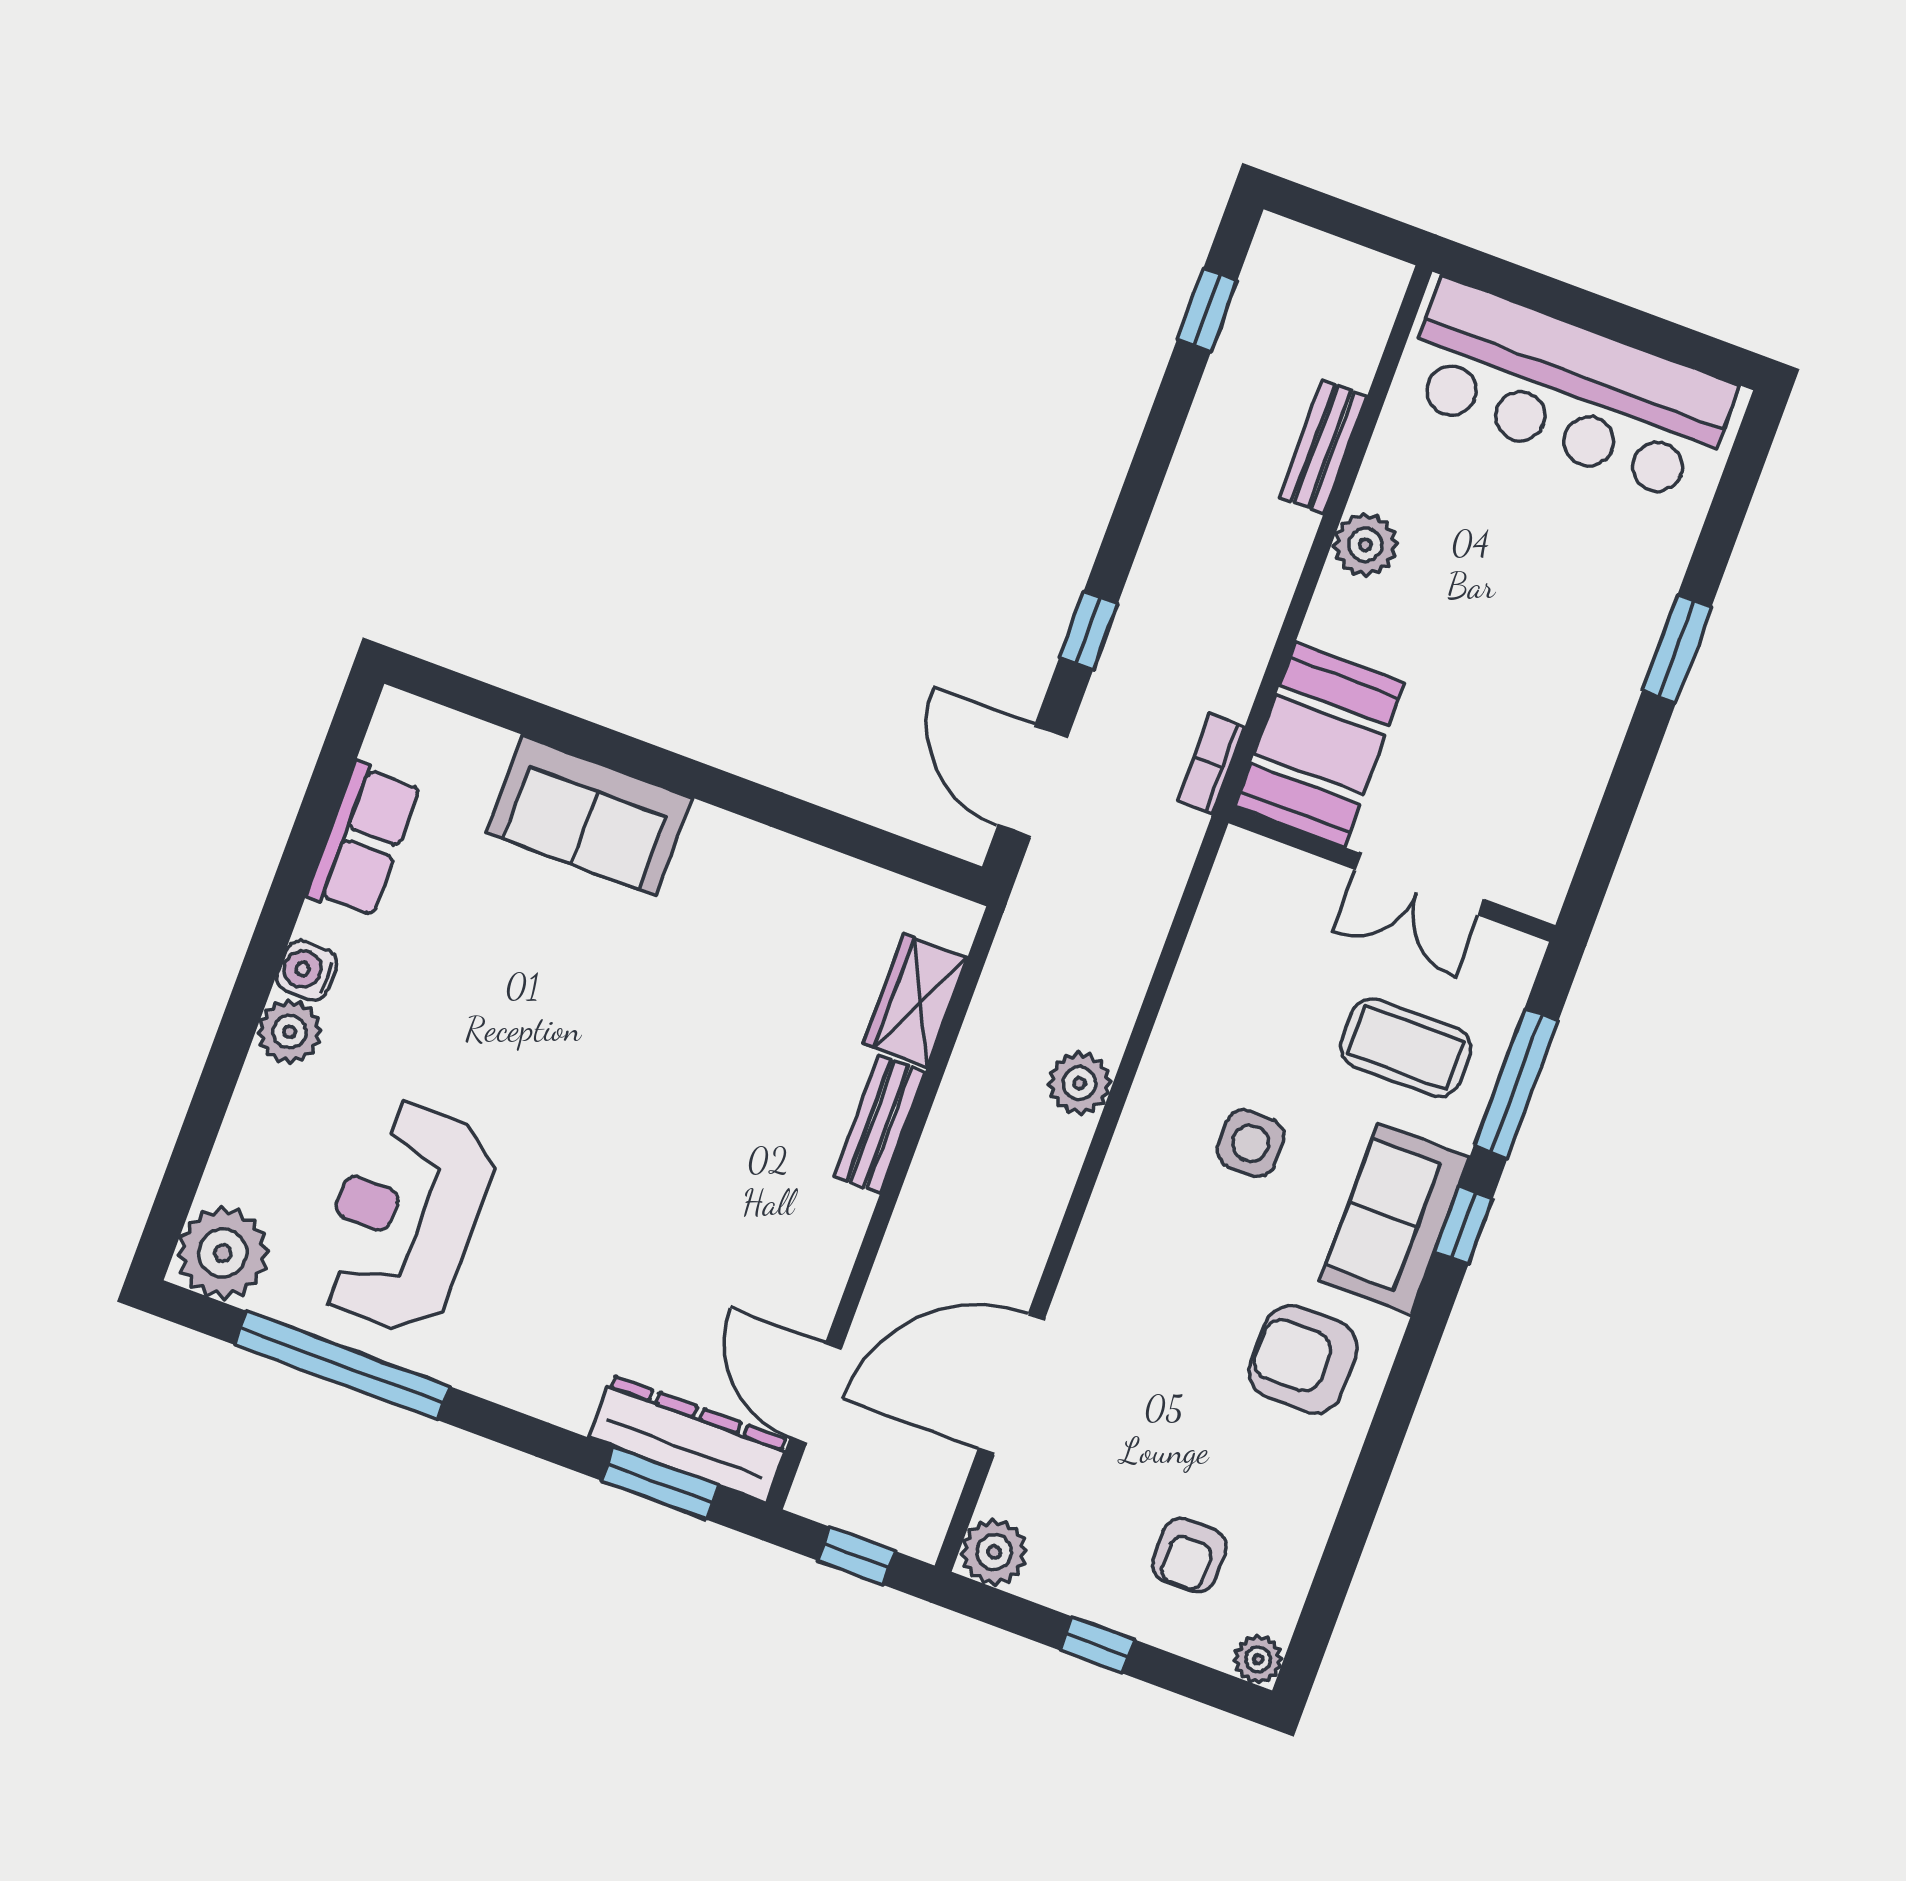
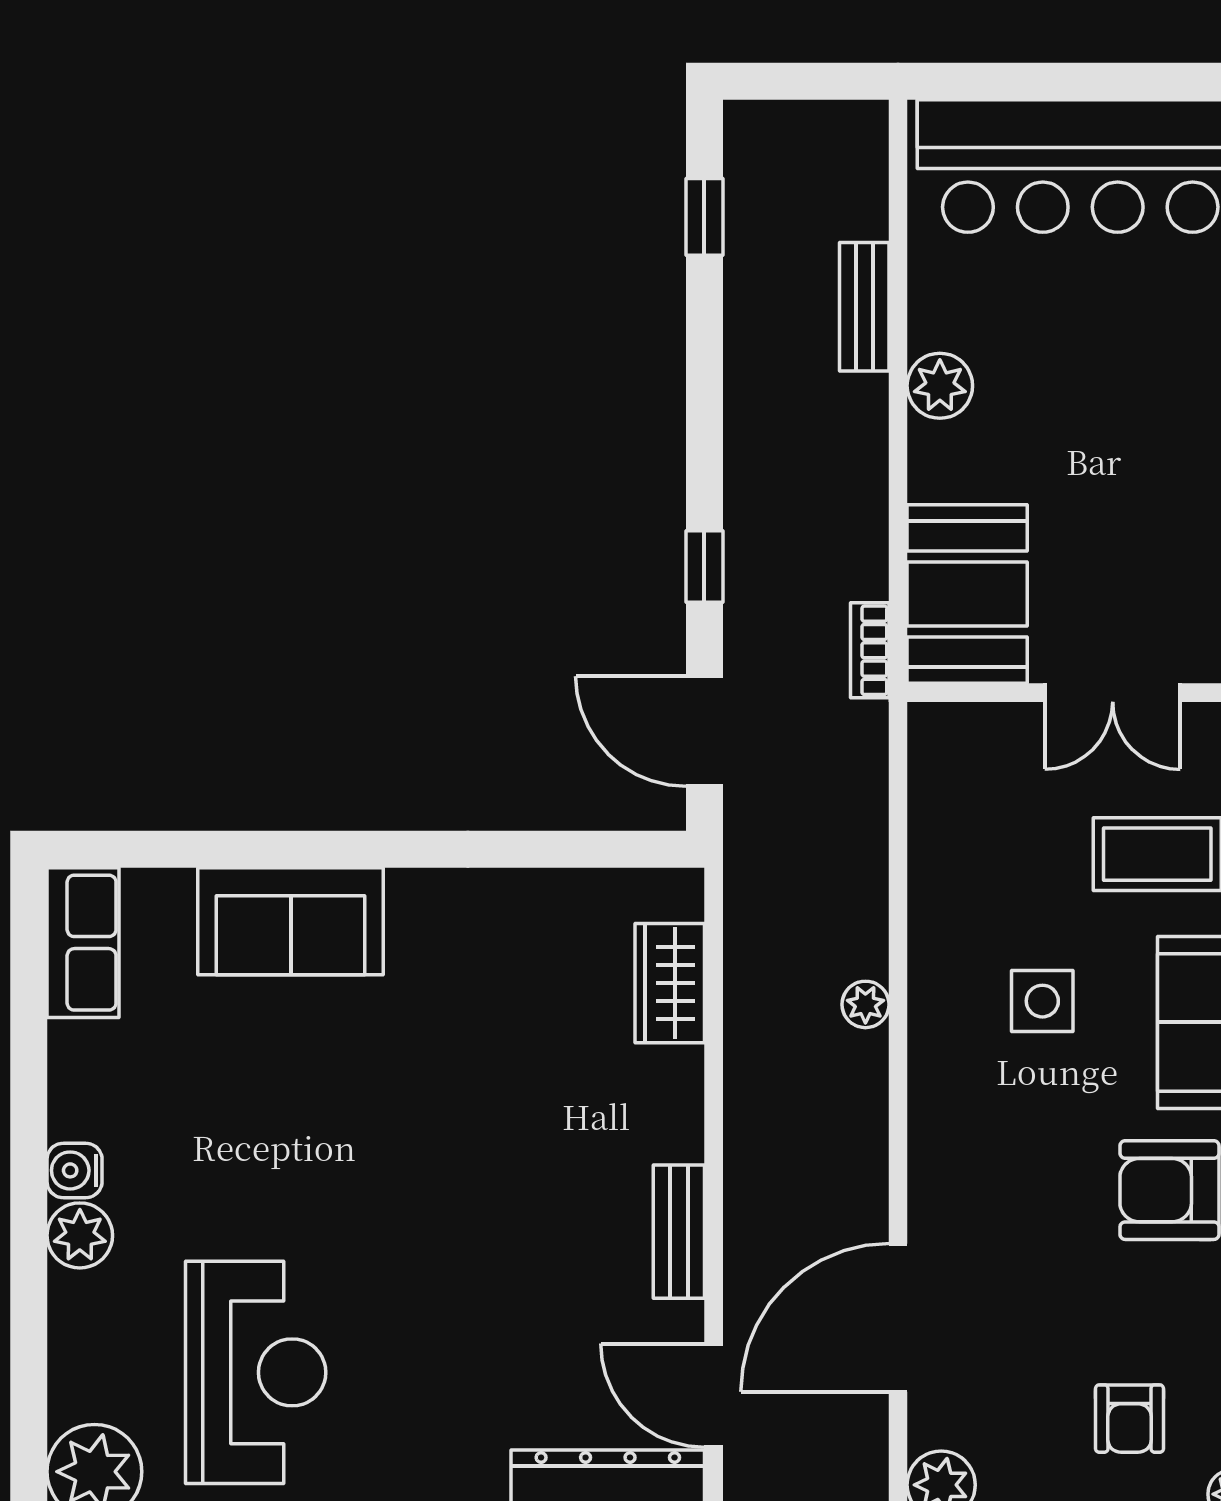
row of seats: (364, 840) -> (83, 943), moved
plant: (1080, 1083) -> (865, 1004), width x0.73, depth x0.73
bench: (879, 1124) -> (679, 1232), moved
reception desk: (404, 1217) -> (256, 1372), turned 180

